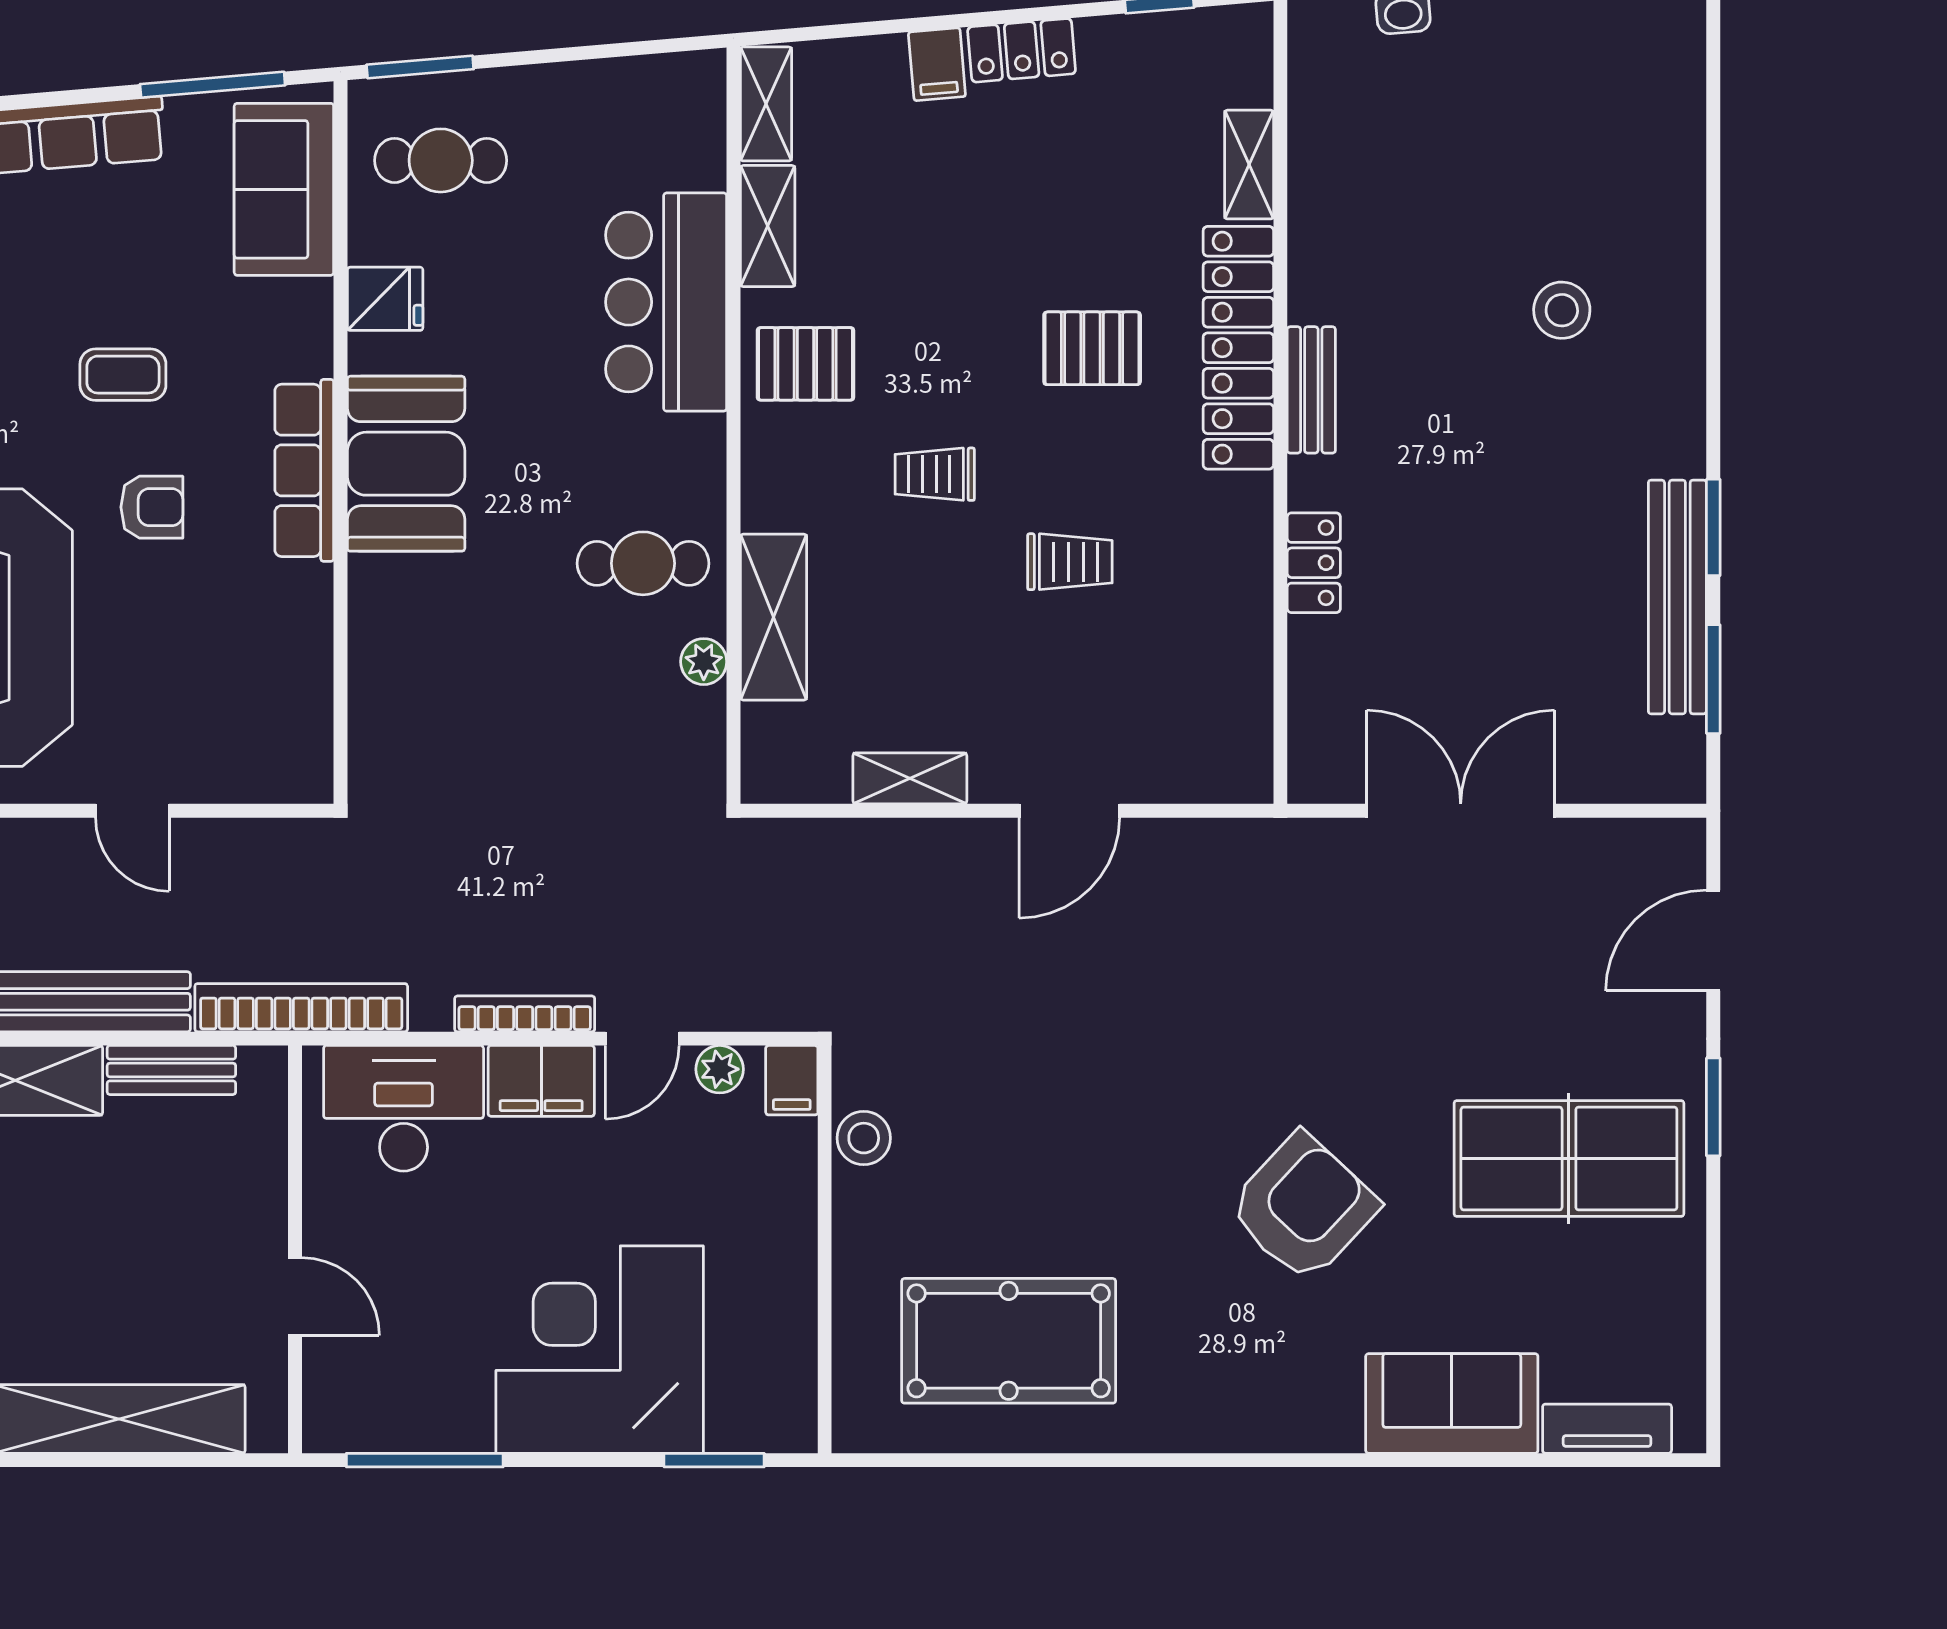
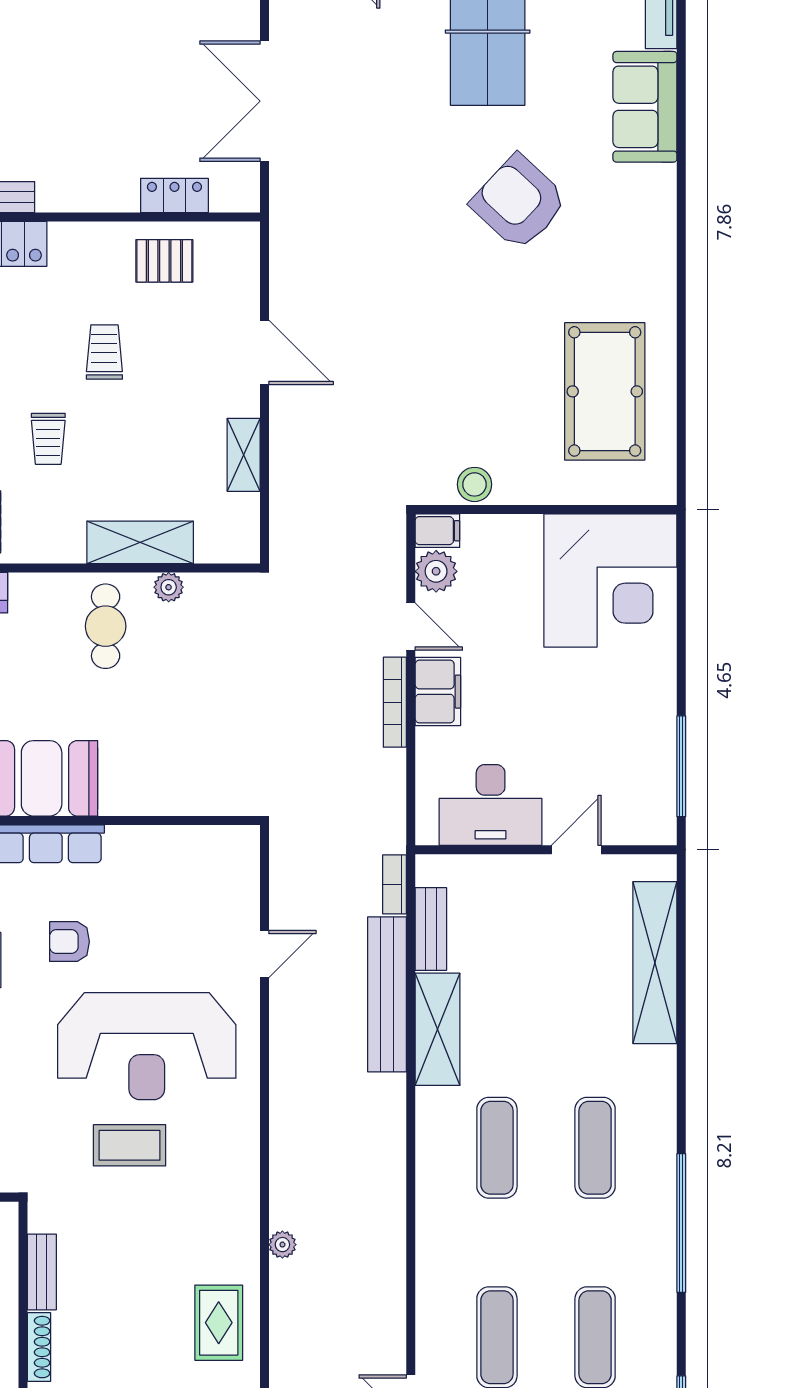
armchair: (152, 507) -> (69, 942), turned -90
locker: (1314, 563) -> (174, 195), moved
pallet: (1212, 655) -> (164, 261), added
bookcase: (301, 1008) -> (395, 884), width x0.43, depth x0.76
plant: (720, 1069) -> (436, 571), width x1.38, depth x1.38
desk: (404, 1108) -> (491, 805), moved, turned -90
corner desk: (600, 1350) -> (610, 581), moved, turned -90
window: (714, 1460) -> (681, 581), removed

